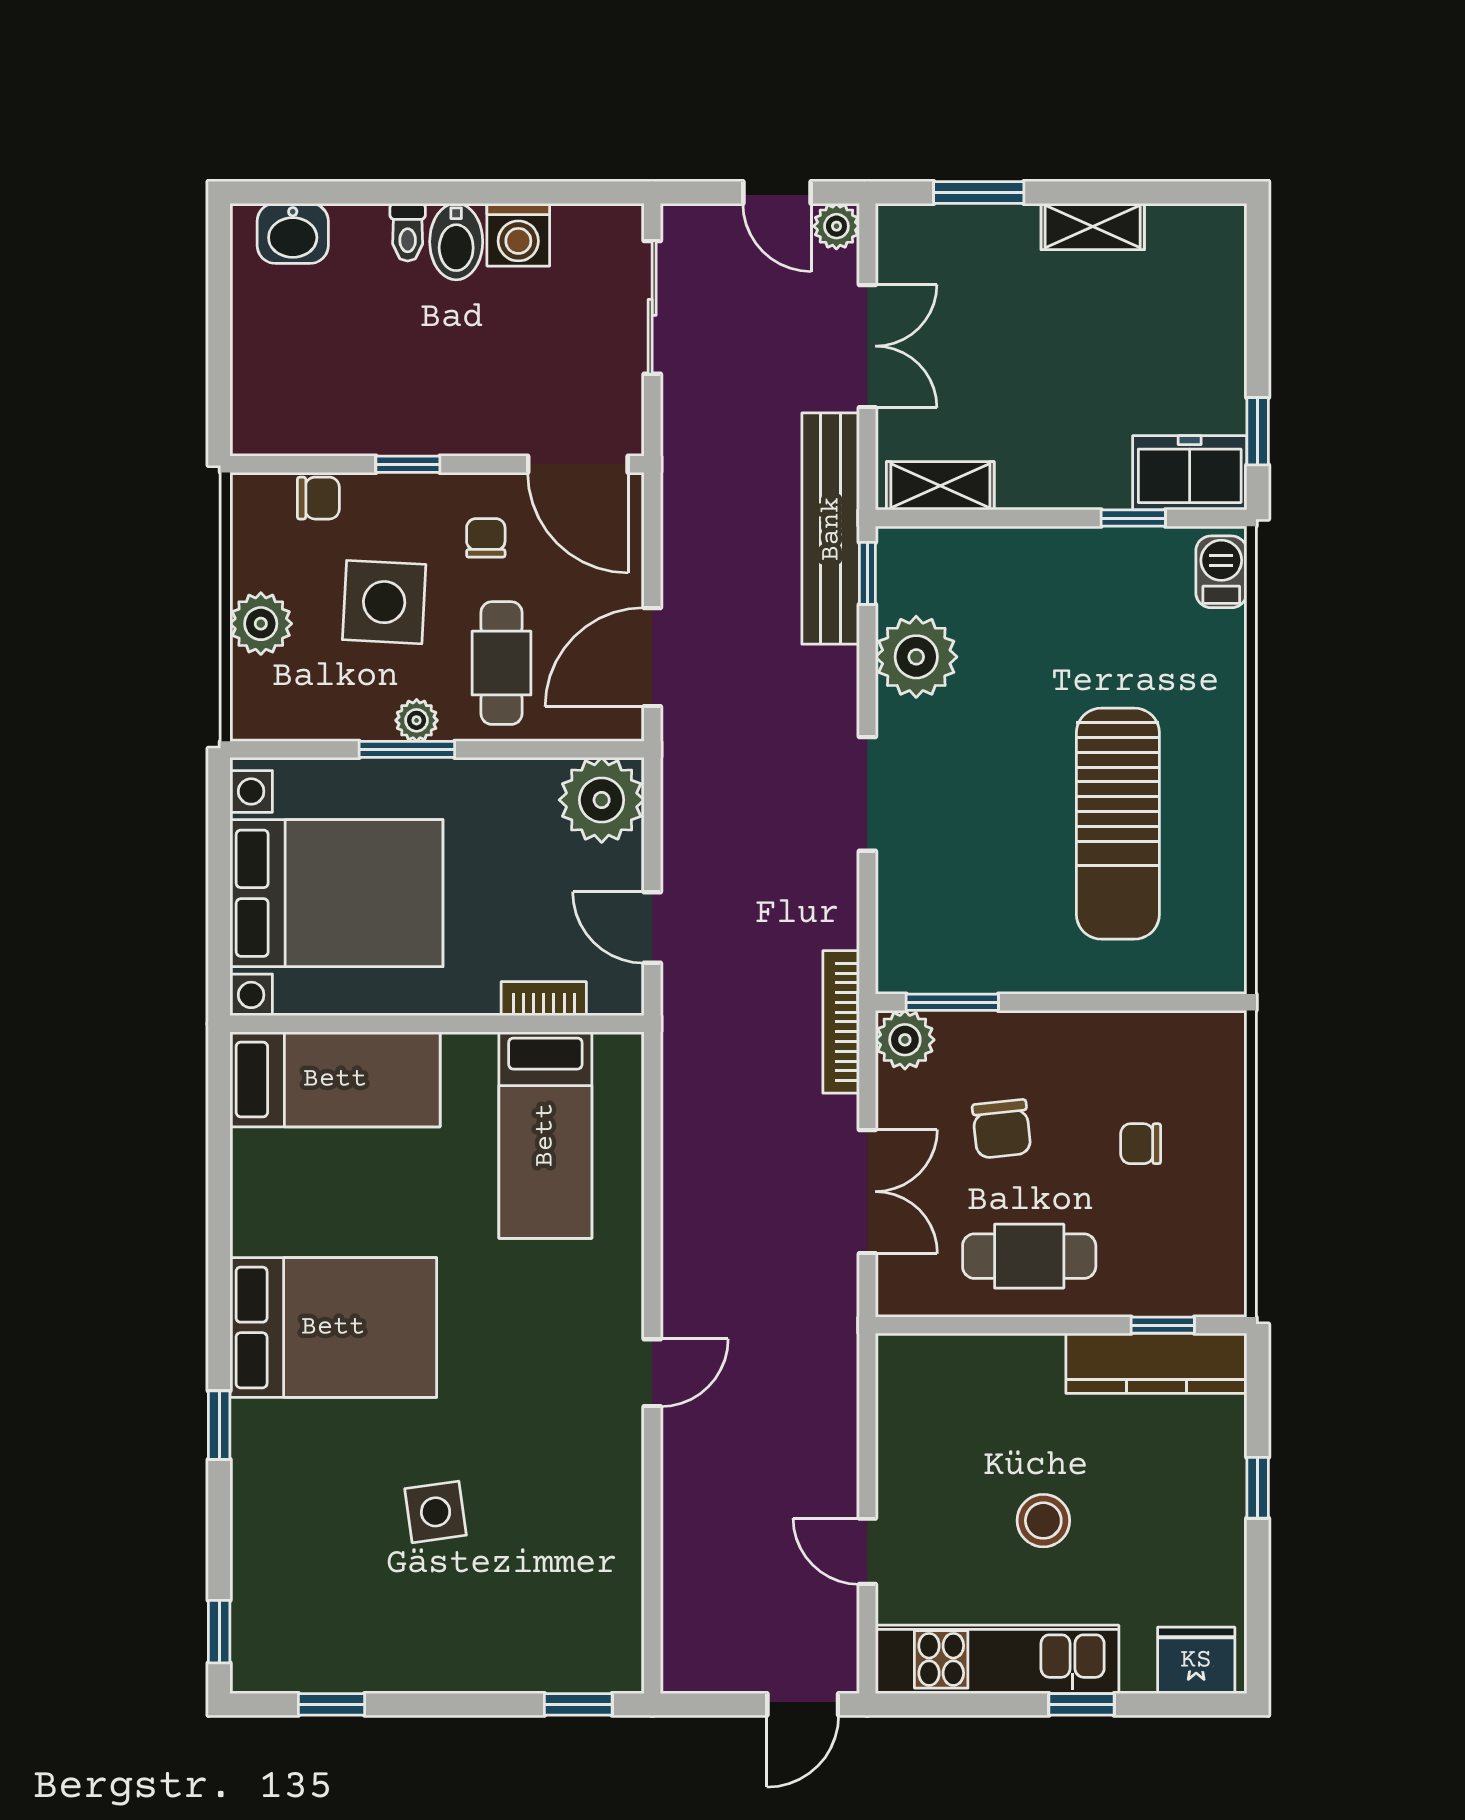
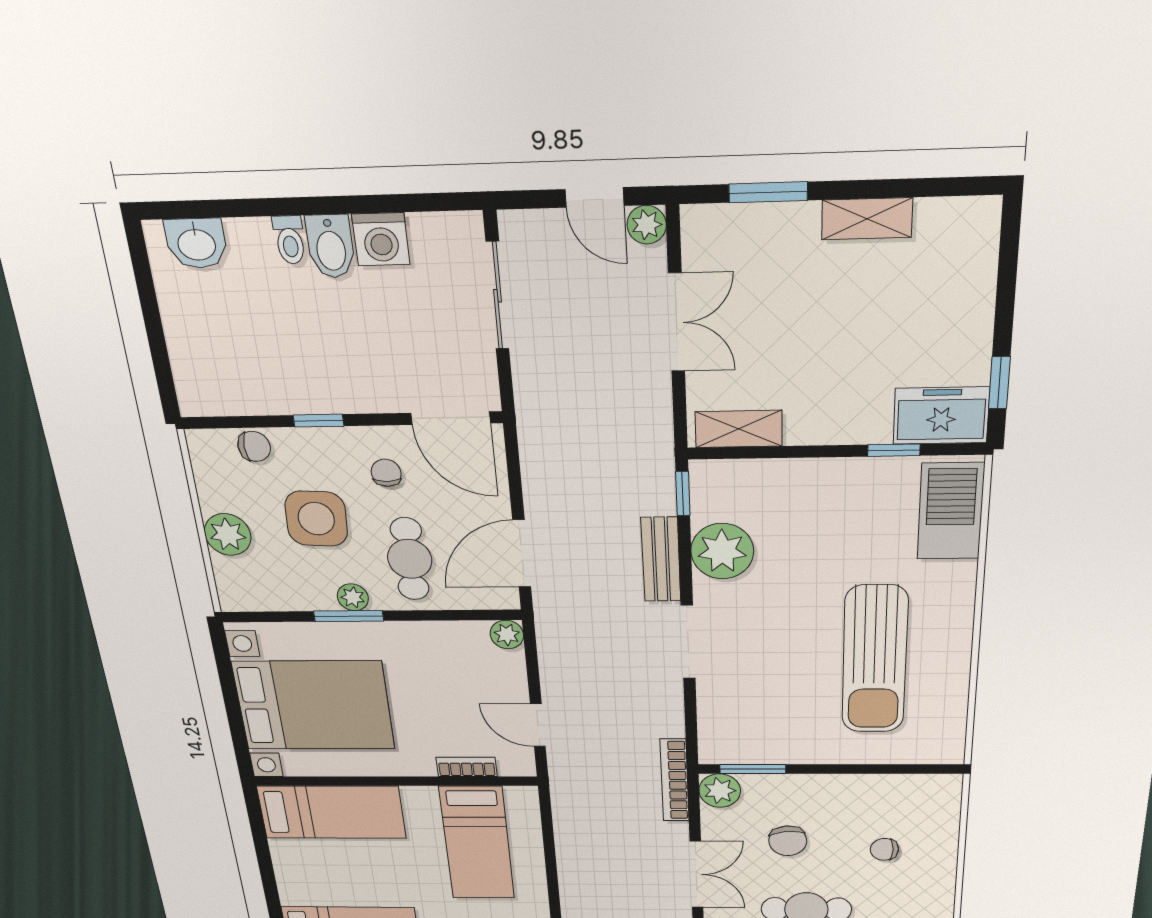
bench: (831, 529) -> (661, 559), moved, width x0.54, depth x0.82
barbecue: (1221, 572) -> (951, 511), width x1.88, depth x1.53
plant: (602, 800) -> (507, 635), width x0.53, depth x0.53

